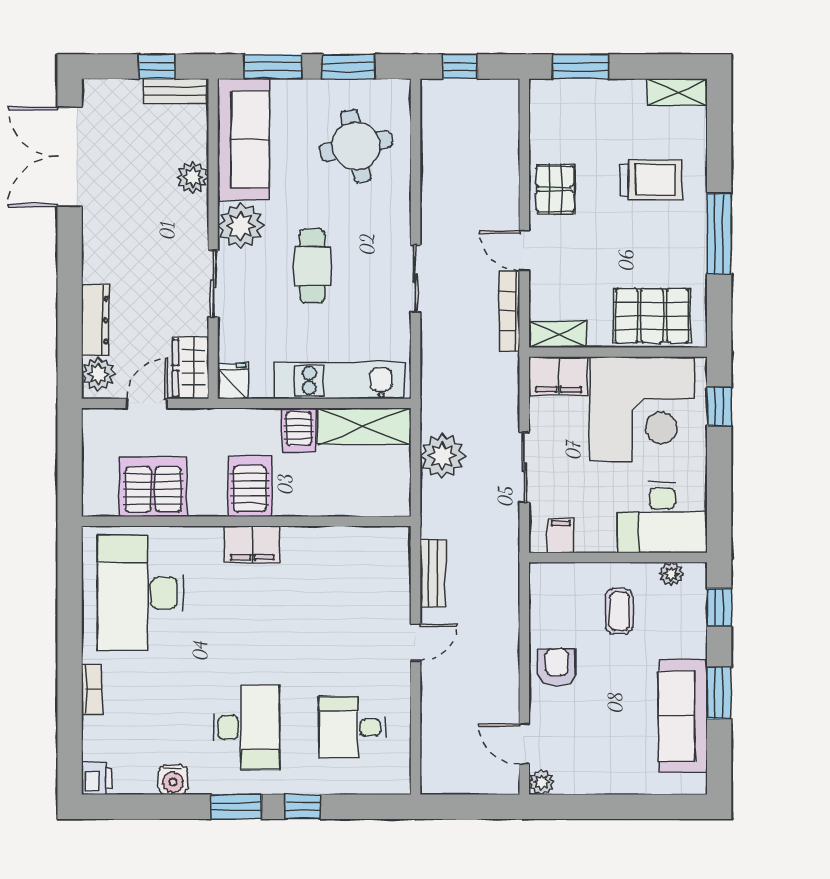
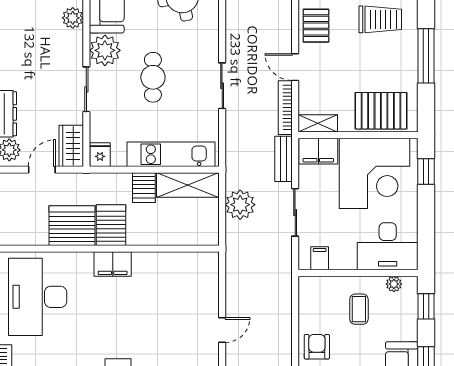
server rack: (153, 487) -> (72, 226), moved
bench: (433, 573) -> (283, 159), moved

